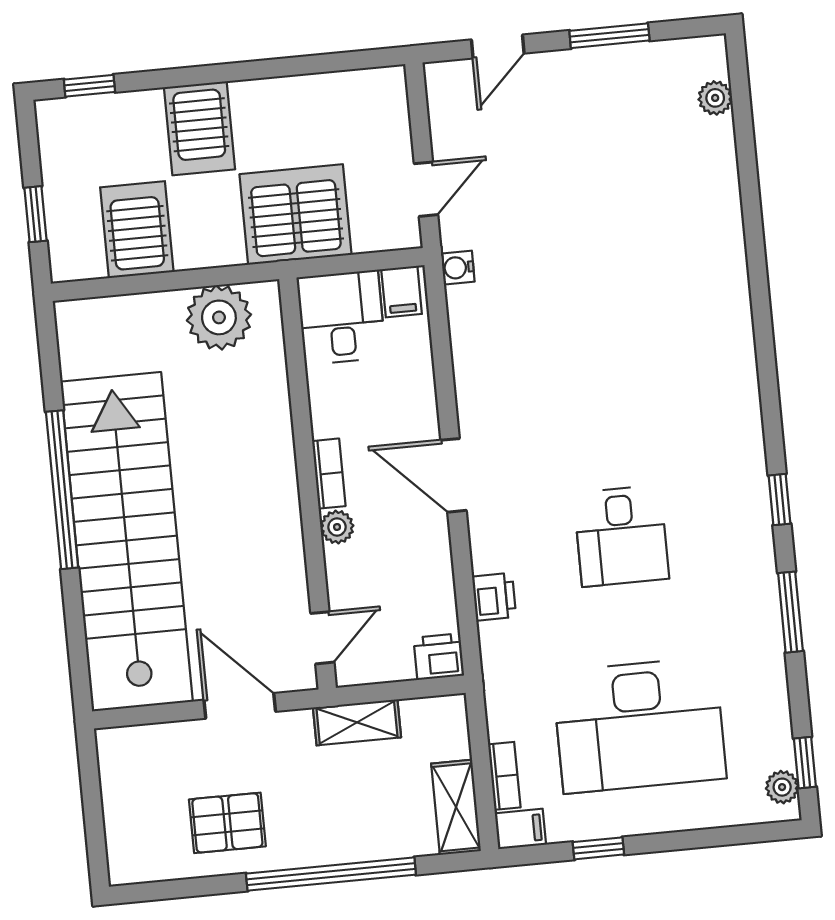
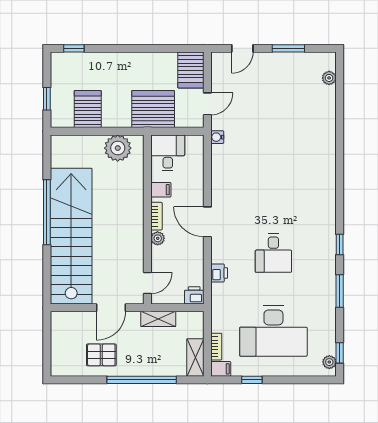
server rack: (200, 128) -> (191, 70), moved
filing cabinet: (402, 292) -> (161, 190), moved, turned -90
door: (240, 706) -> (111, 308), swing flipped

